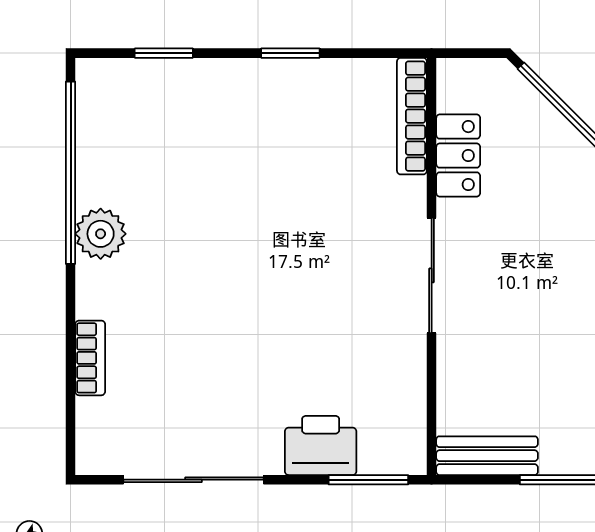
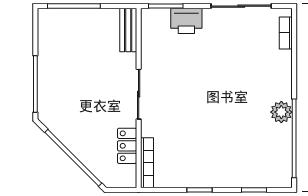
bookcase: (90, 358) -> (286, 33), moved
bench: (487, 456) -> (128, 30), moved, turned 90

